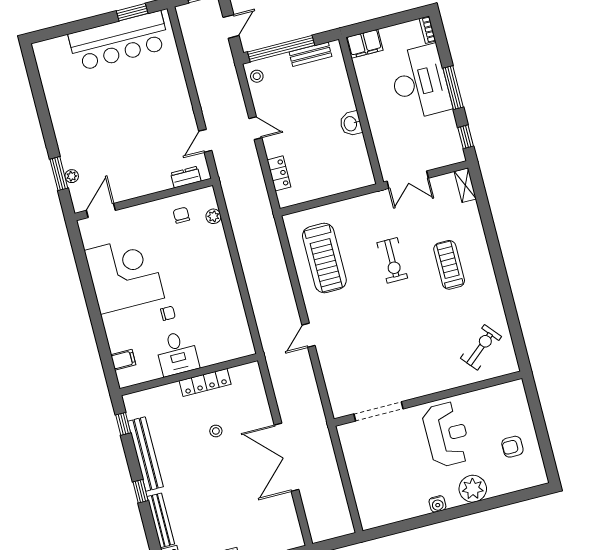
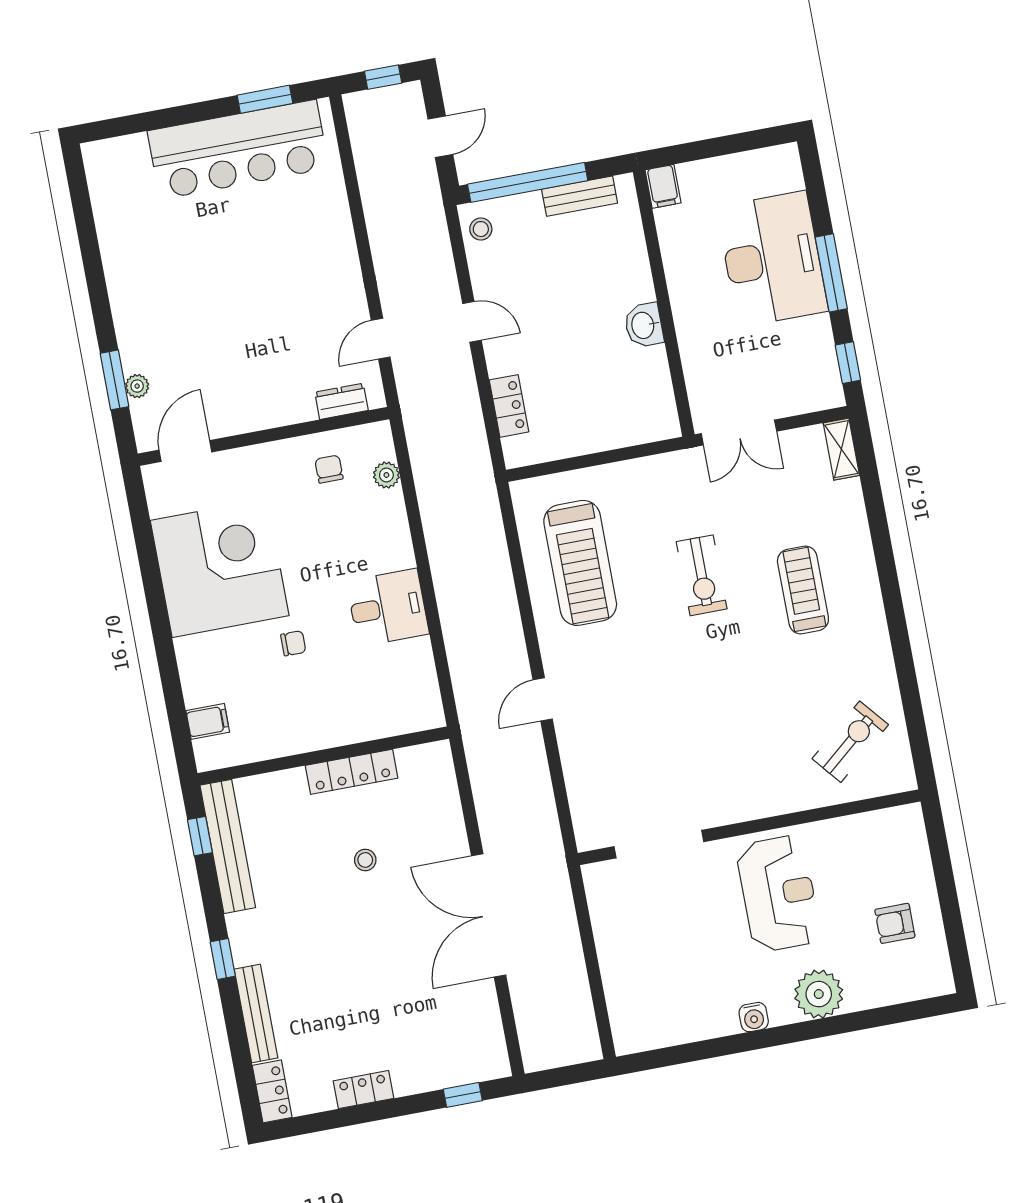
bookcase: (427, 30) -> (792, 166), removed
filing cabinet: (364, 44) -> (663, 186), width x0.50
desk: (177, 353) -> (388, 608), moved, turned -90
bench: (146, 454) -> (228, 846), moved

